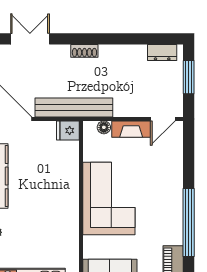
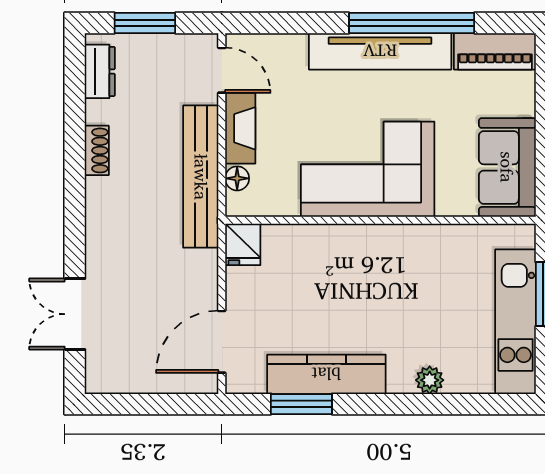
shoe rack: (84, 51) -> (97, 150), moved
bench: (74, 107) -> (201, 177), moved
tv unit: (173, 205) -> (380, 51), added

